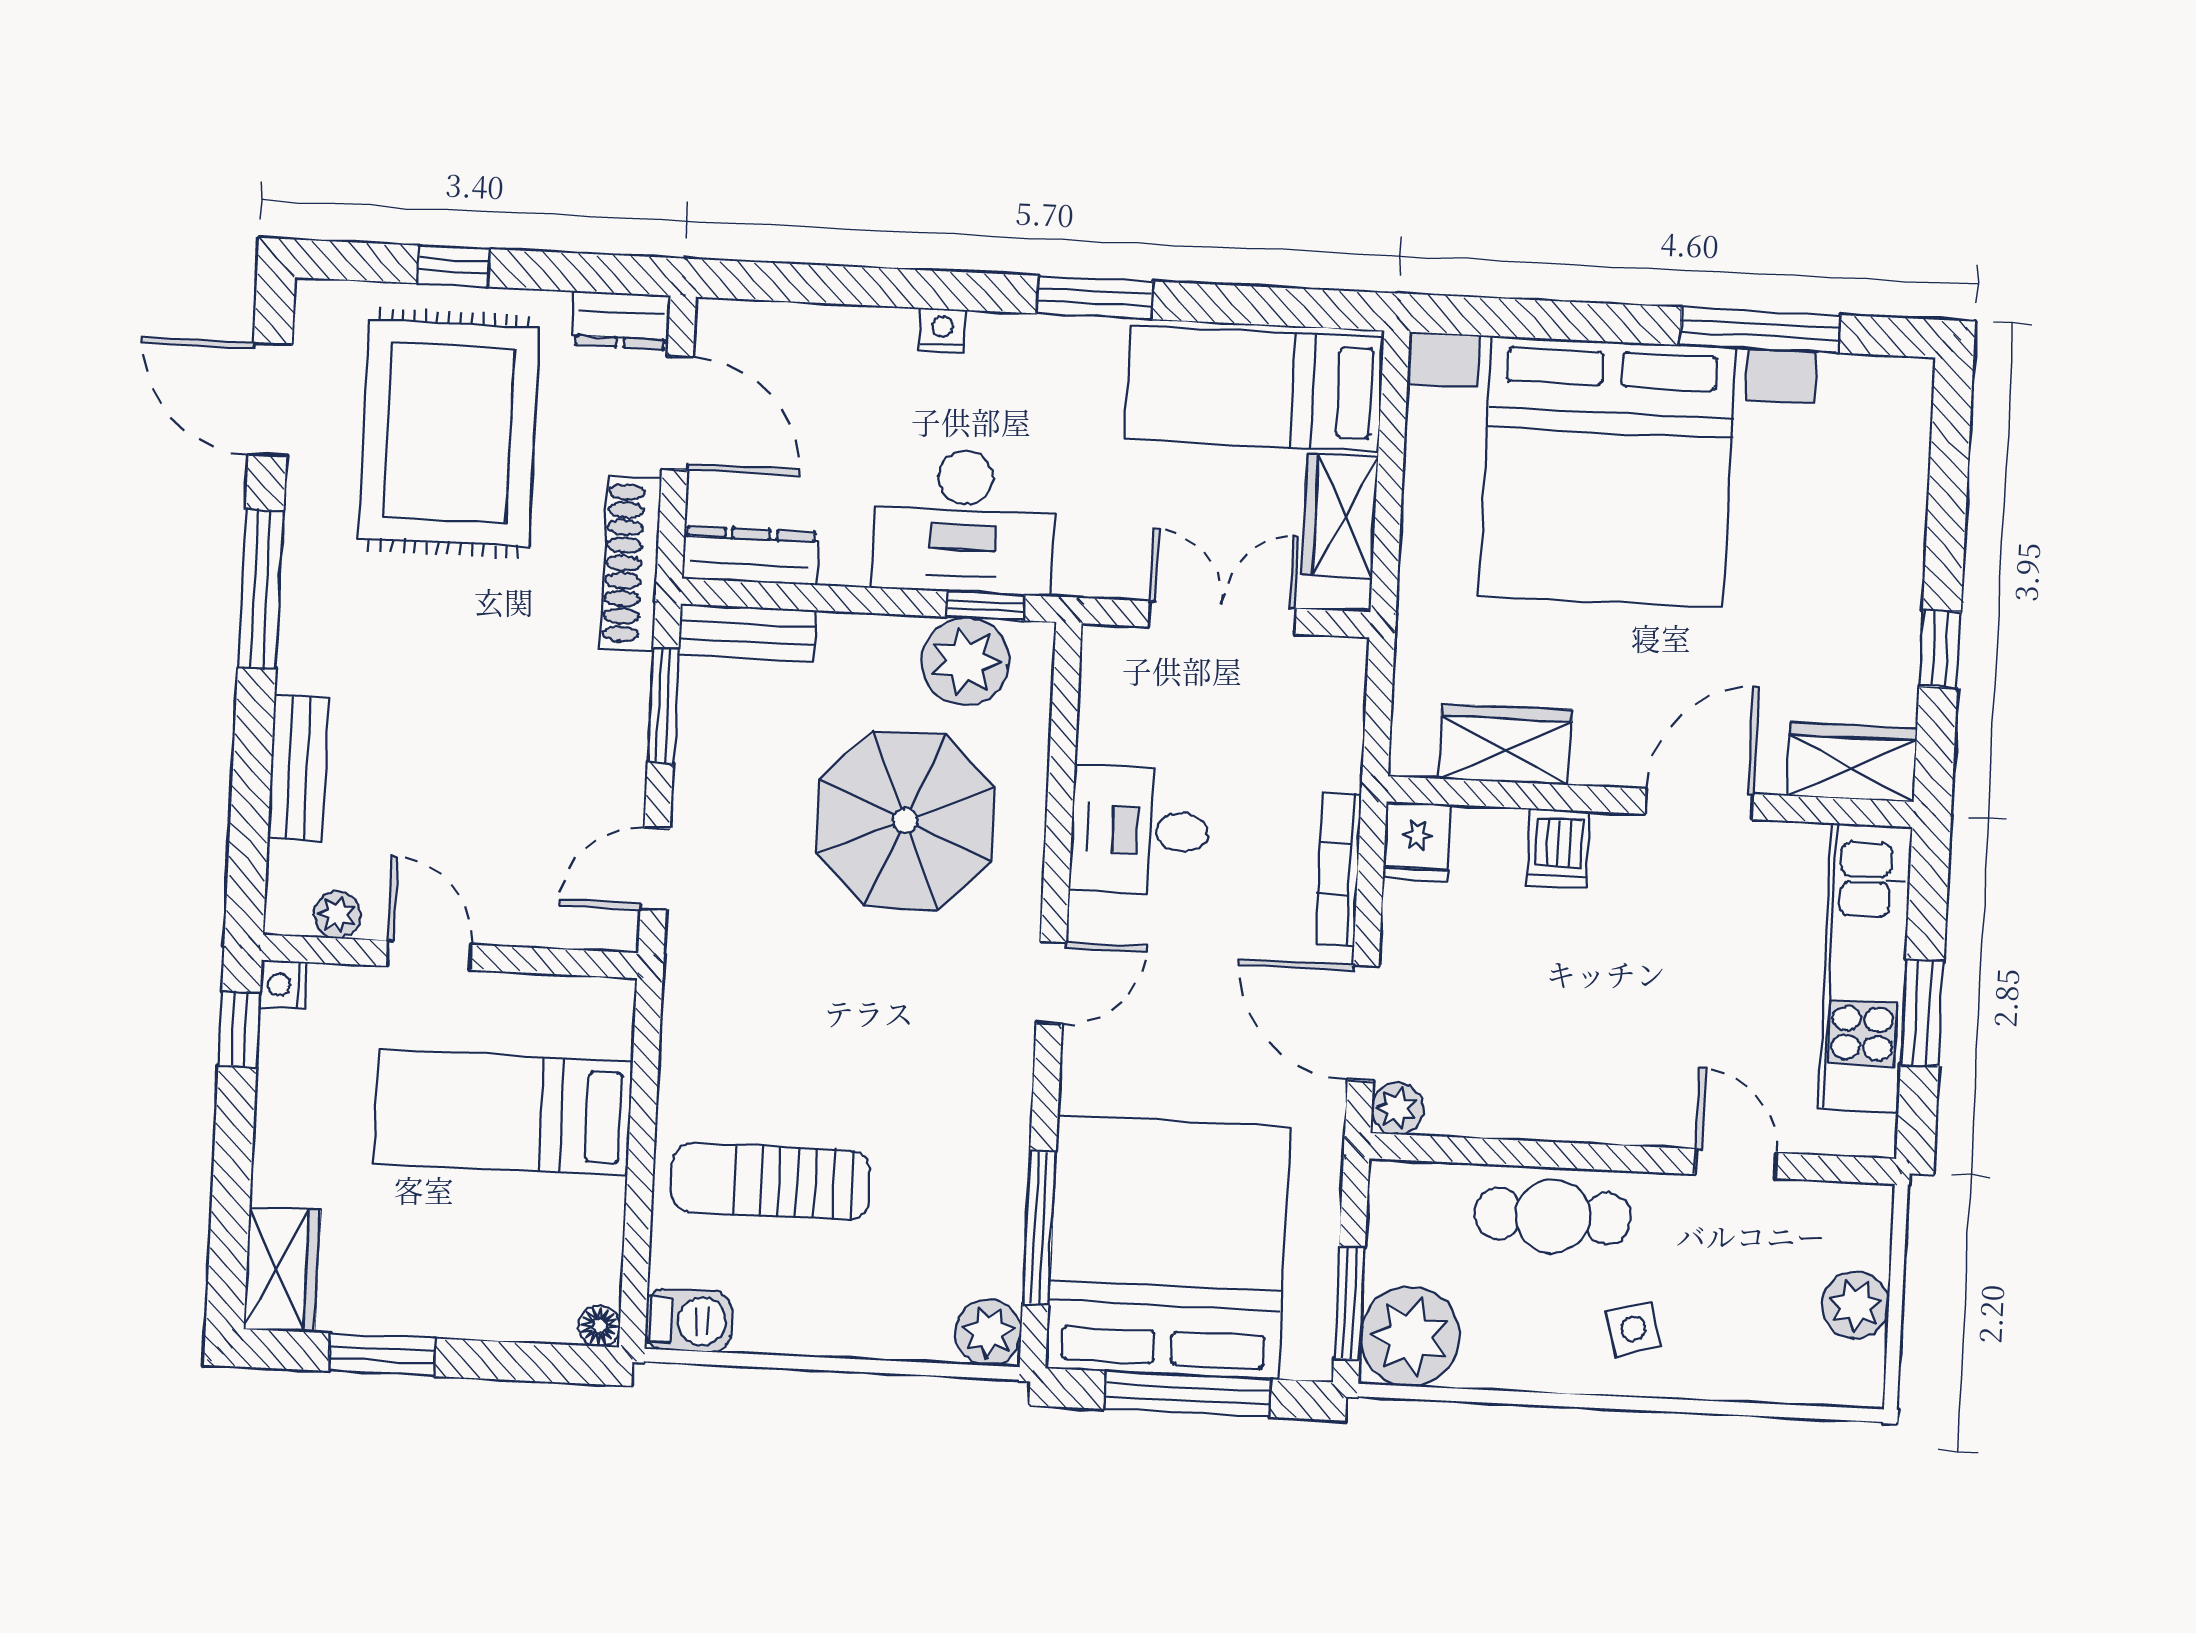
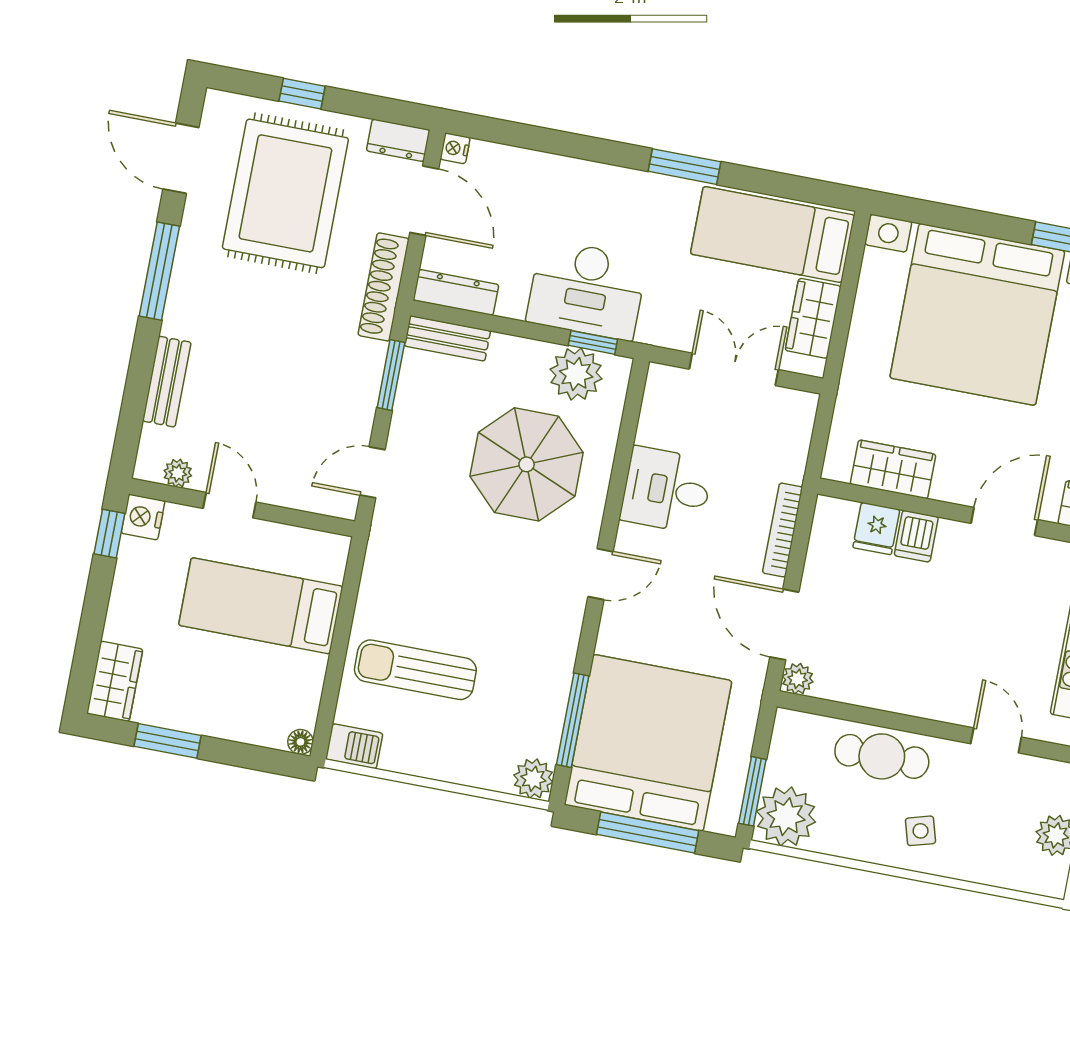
nightstand: (942, 330) -> (455, 148), moved, turned -90
fridge: (1417, 841) -> (876, 529), moved
nightstand: (283, 985) -> (143, 517), width x1.39, depth x1.35

